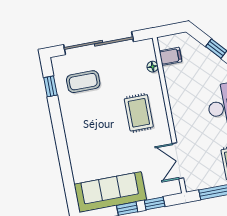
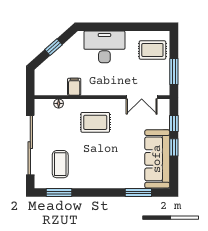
filing cabinet: (171, 56) -> (74, 87), moved
window: (50, 86) -> (59, 192), width x1.50
window: (68, 178) -> (138, 192), added

